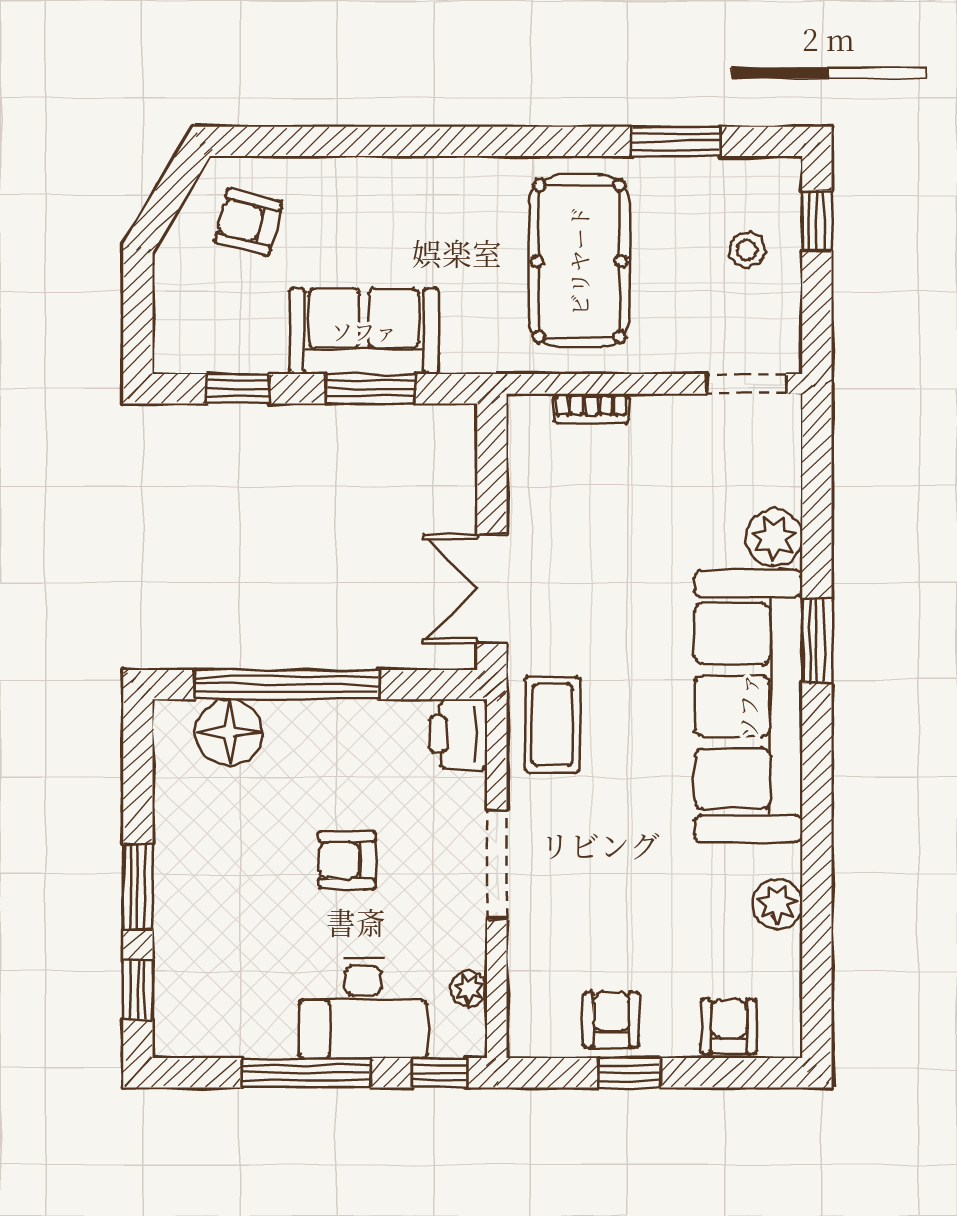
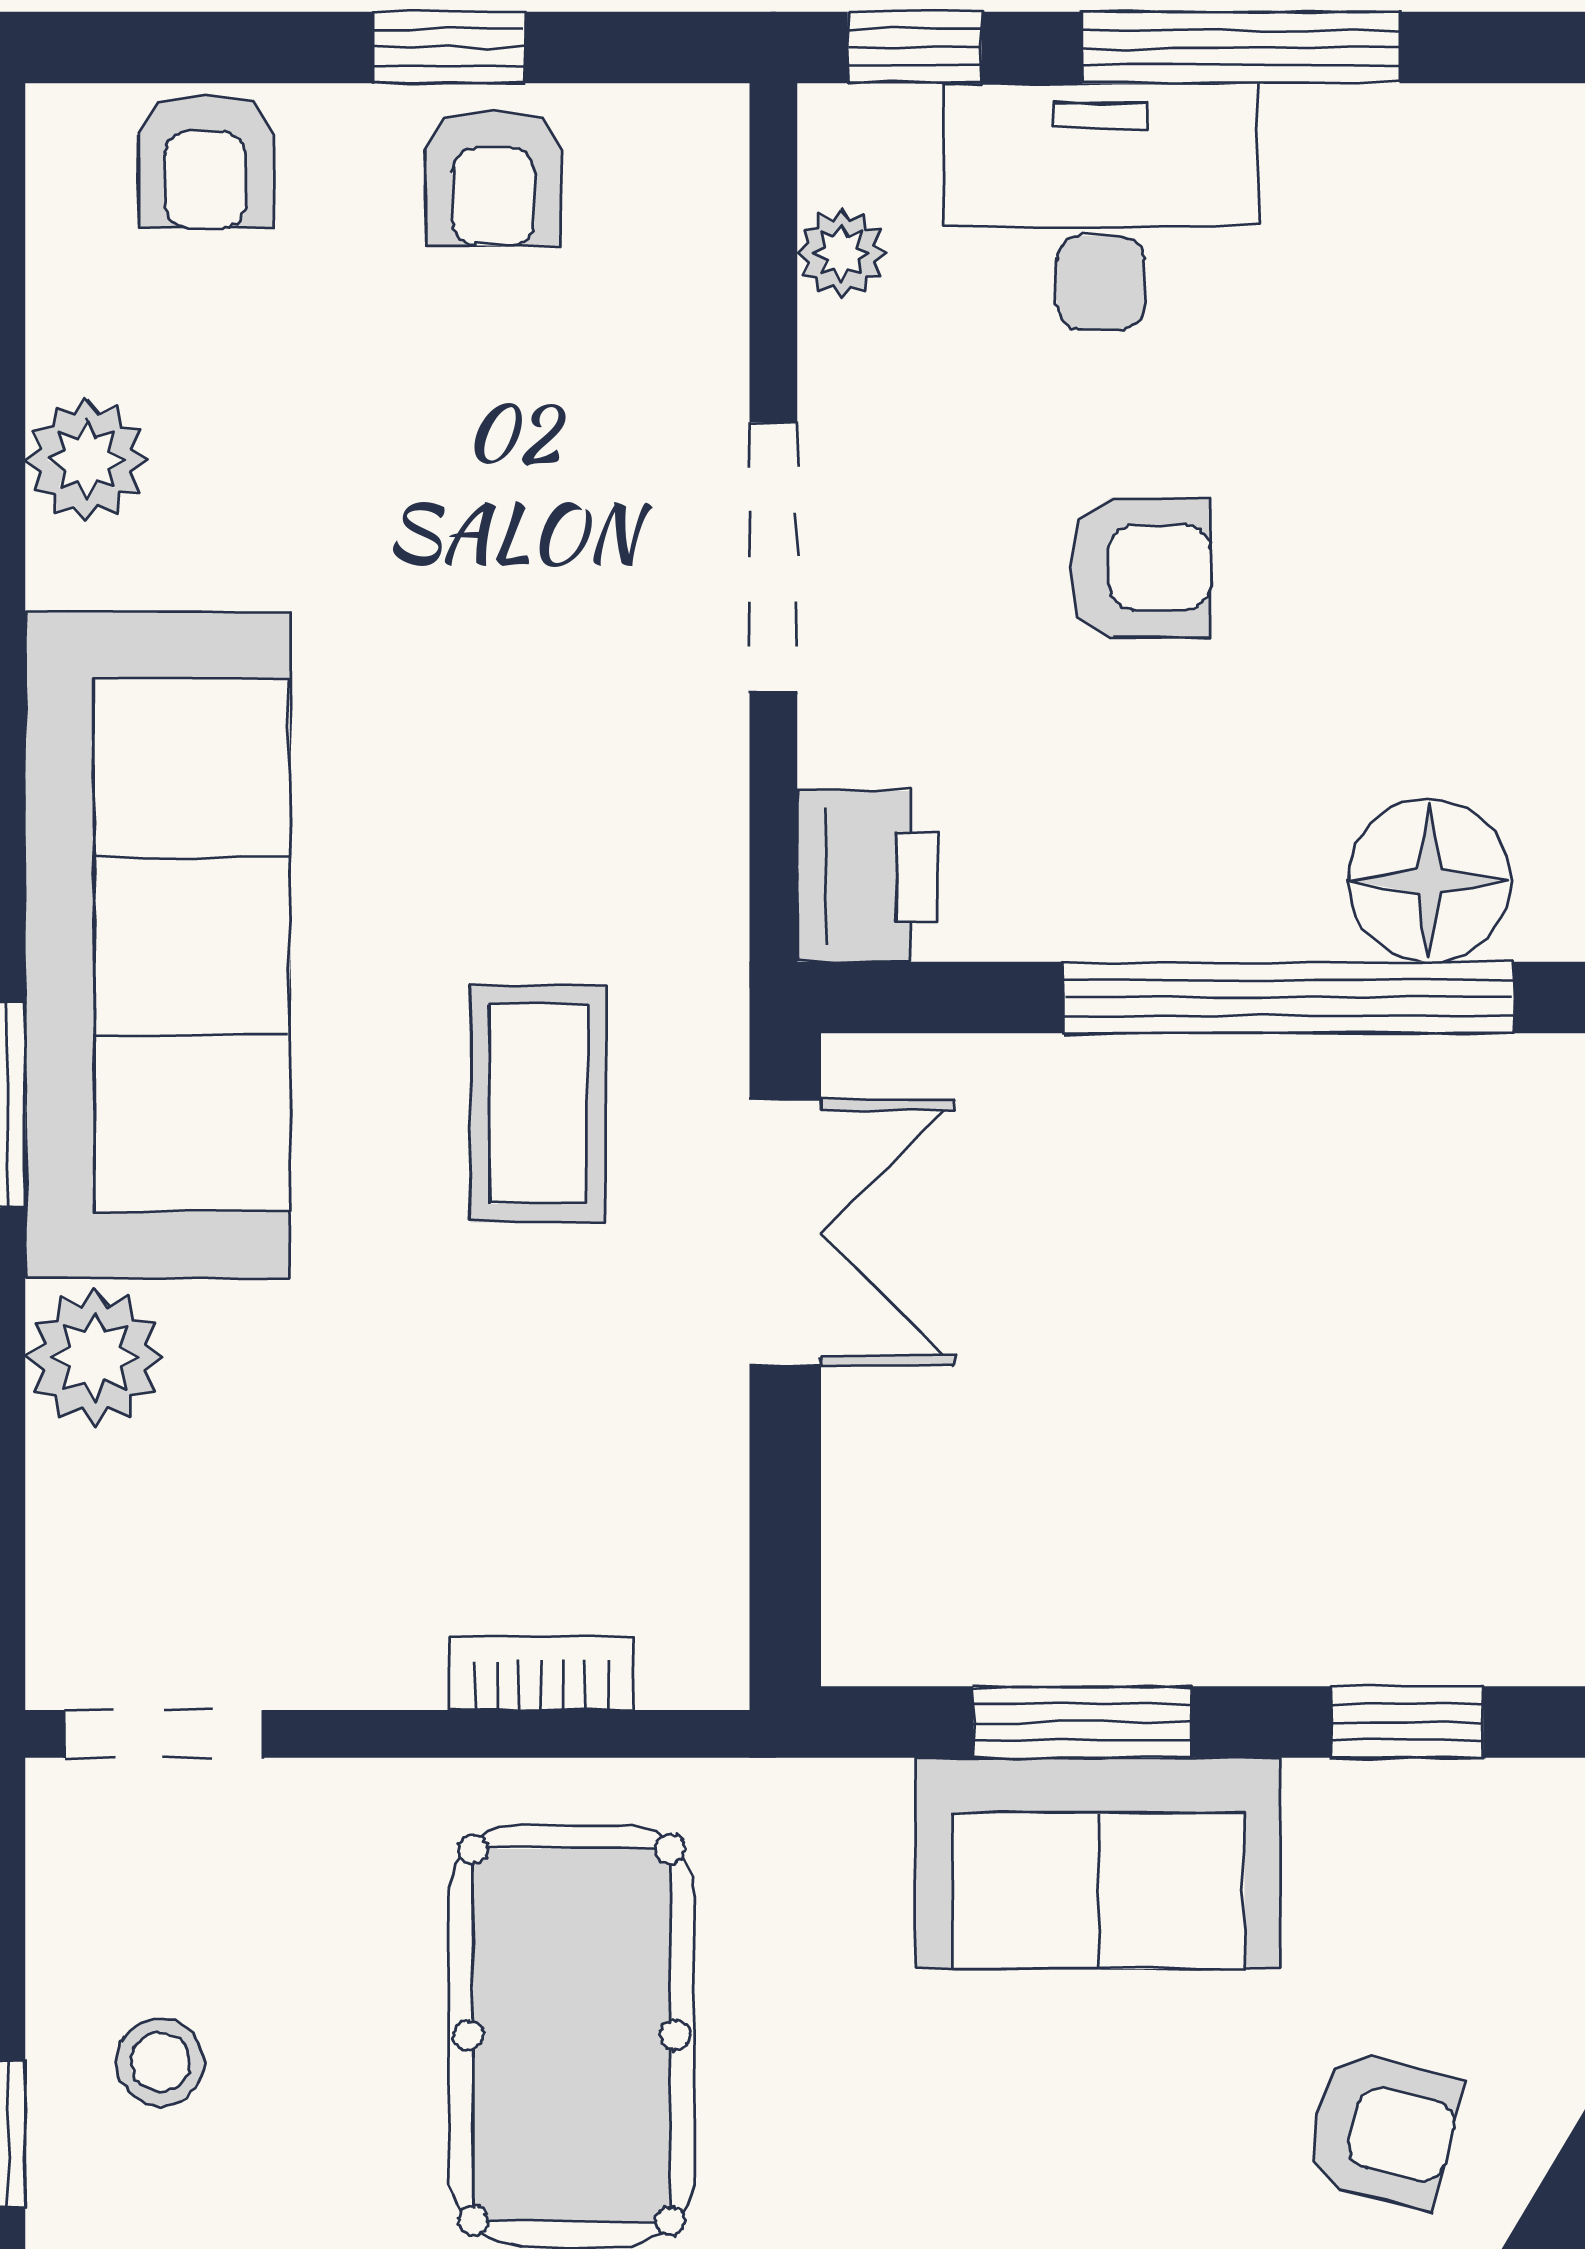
coffee table: (552, 725) -> (538, 1104), moved

